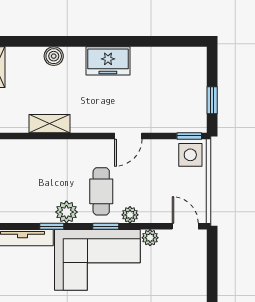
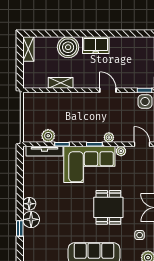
boiler: (54, 56) -> (68, 47), width x1.86, depth x1.86
door: (128, 136) -> (108, 90), swing flipped
cafe table: (101, 191) -> (92, 123), removed
plant: (66, 212) -> (48, 136), moved

